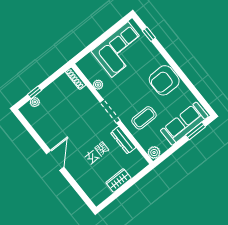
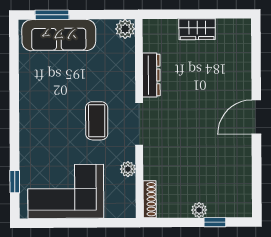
armchair: (164, 80) -> (41, 109), removed
plant: (35, 102) -> (199, 210), moved
coffee table: (144, 118) -> (97, 121), moved, turned 90

